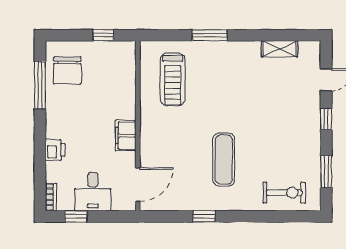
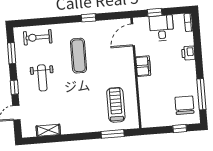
window: (103, 35) -> (180, 129), moved
window: (210, 35) -> (113, 134), moved
weight bench: (282, 130) -> (42, 78), added
window: (76, 216) -> (155, 12), moved

